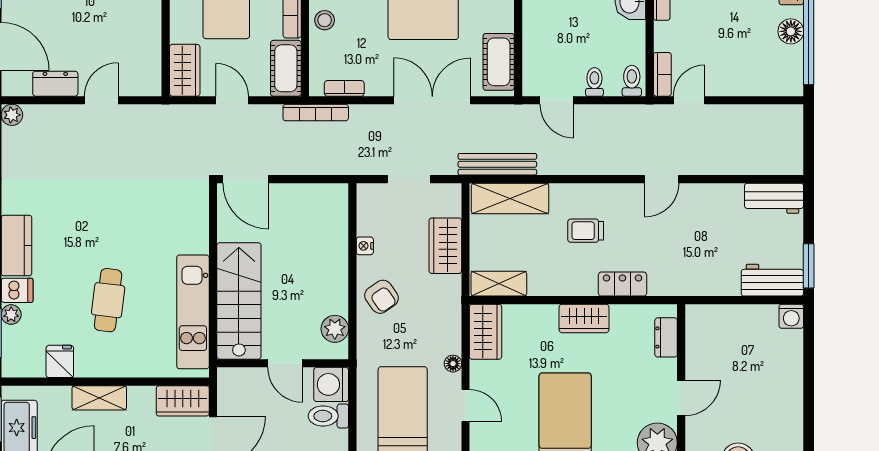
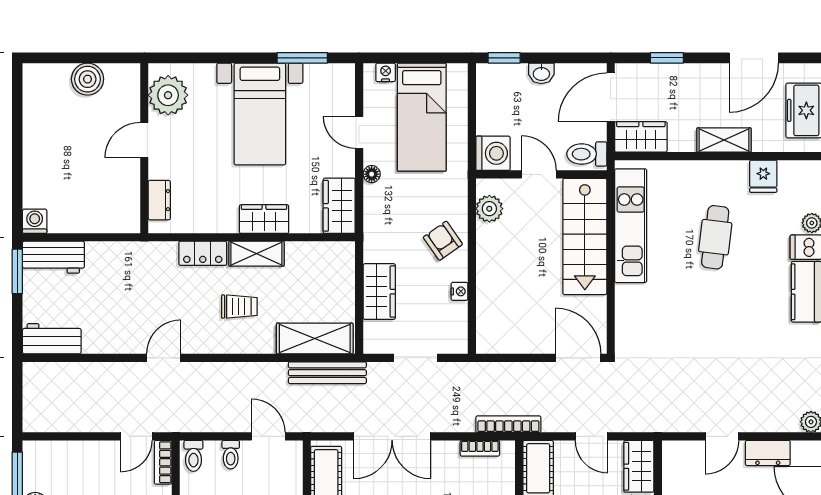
shelving: (499, 284) -> (256, 254), moved
wardrobe: (584, 318) -> (264, 219), moved
toilet: (328, 416) -> (587, 154), moved, turned 180

